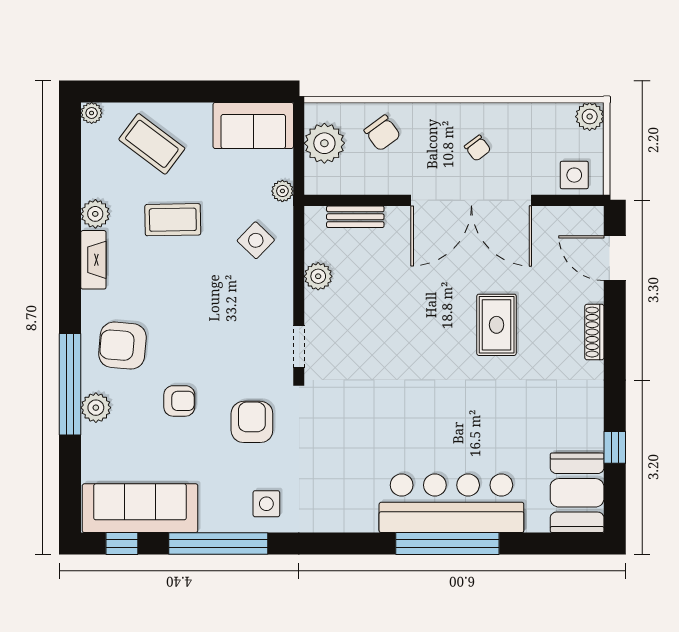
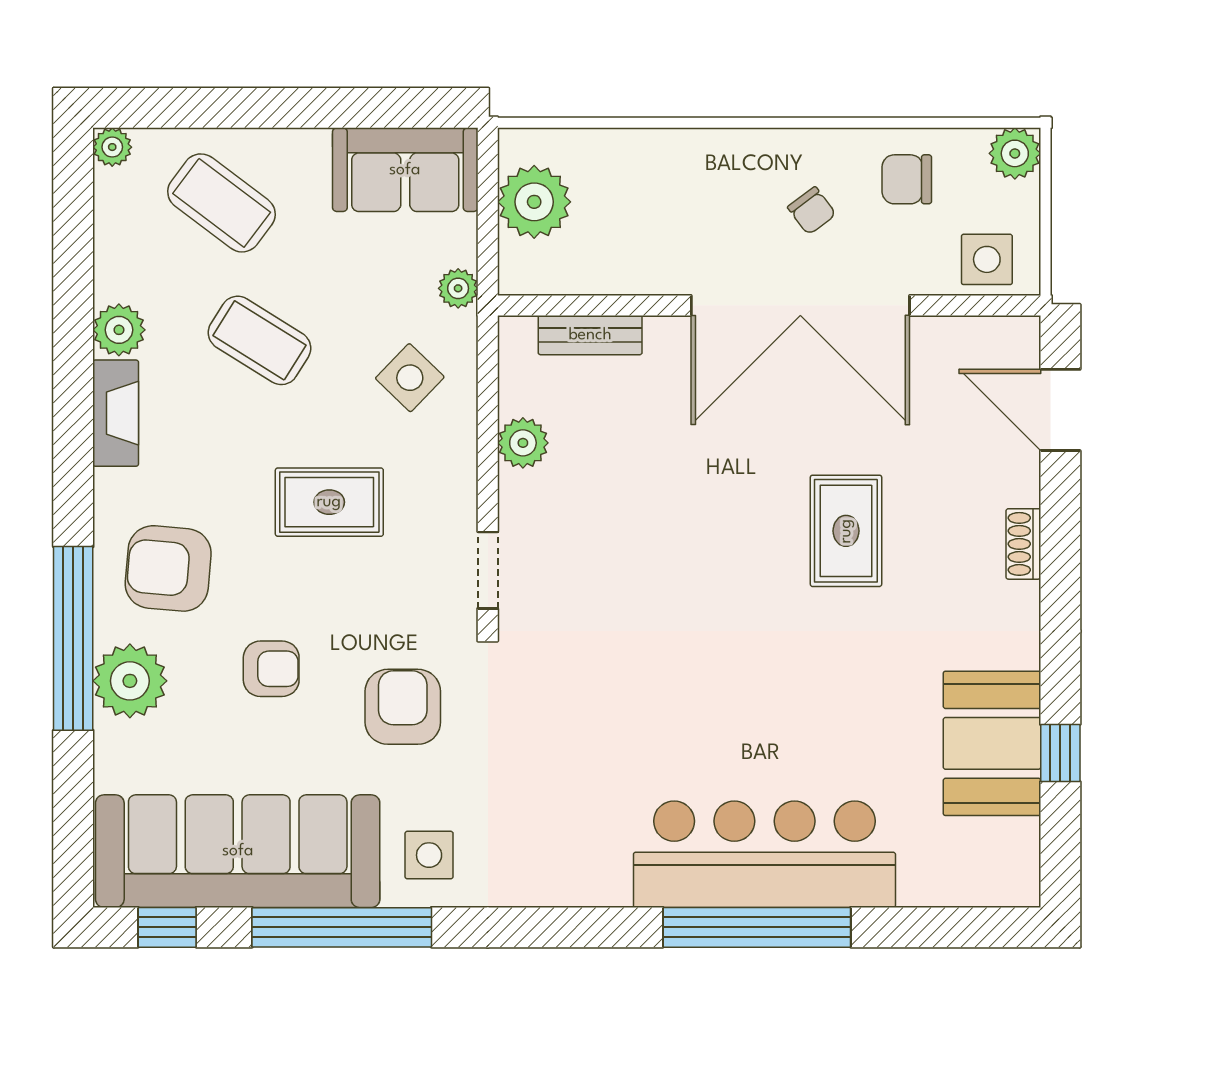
chair: (382, 133) -> (907, 179), moved, turned 126
coffee table: (173, 220) -> (259, 340), turned 33
rug: (211, 309) -> (329, 502), added
shoe rack: (594, 332) -> (1023, 544), width x0.70
plant: (96, 408) -> (130, 681), width x1.36, depth x1.36
booth: (577, 493) -> (992, 743), moved
sofa: (140, 508) -> (238, 851), width x1.36, depth x1.27

